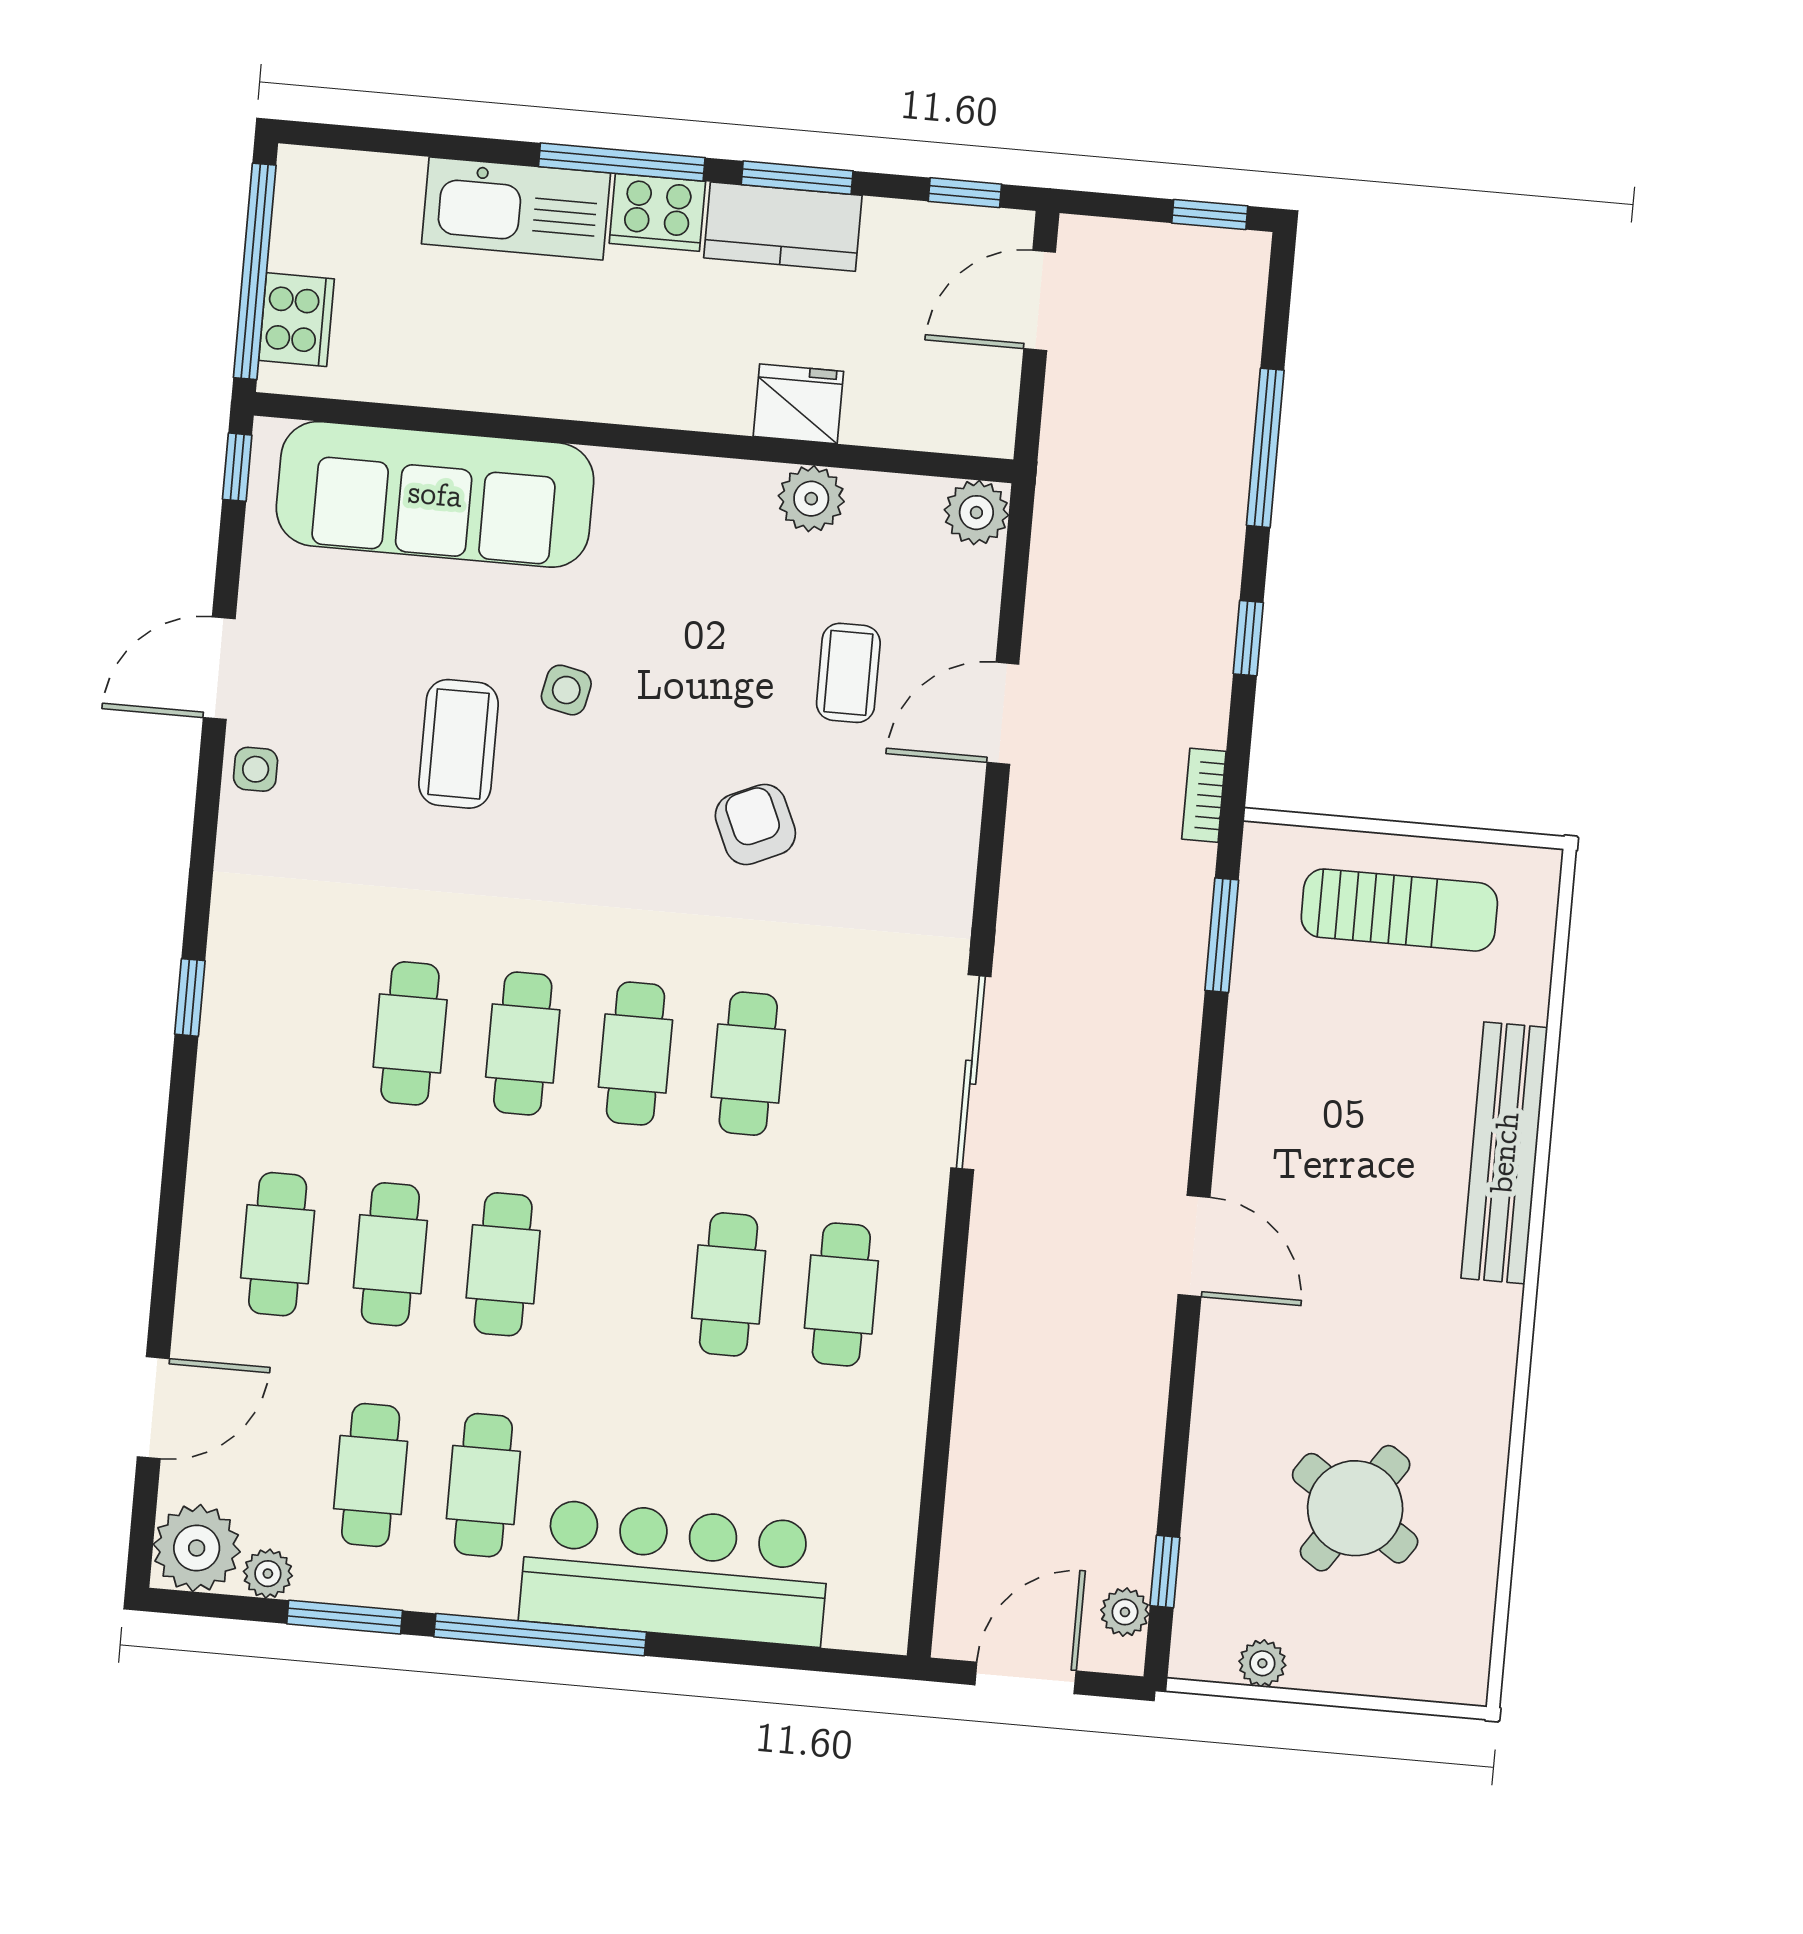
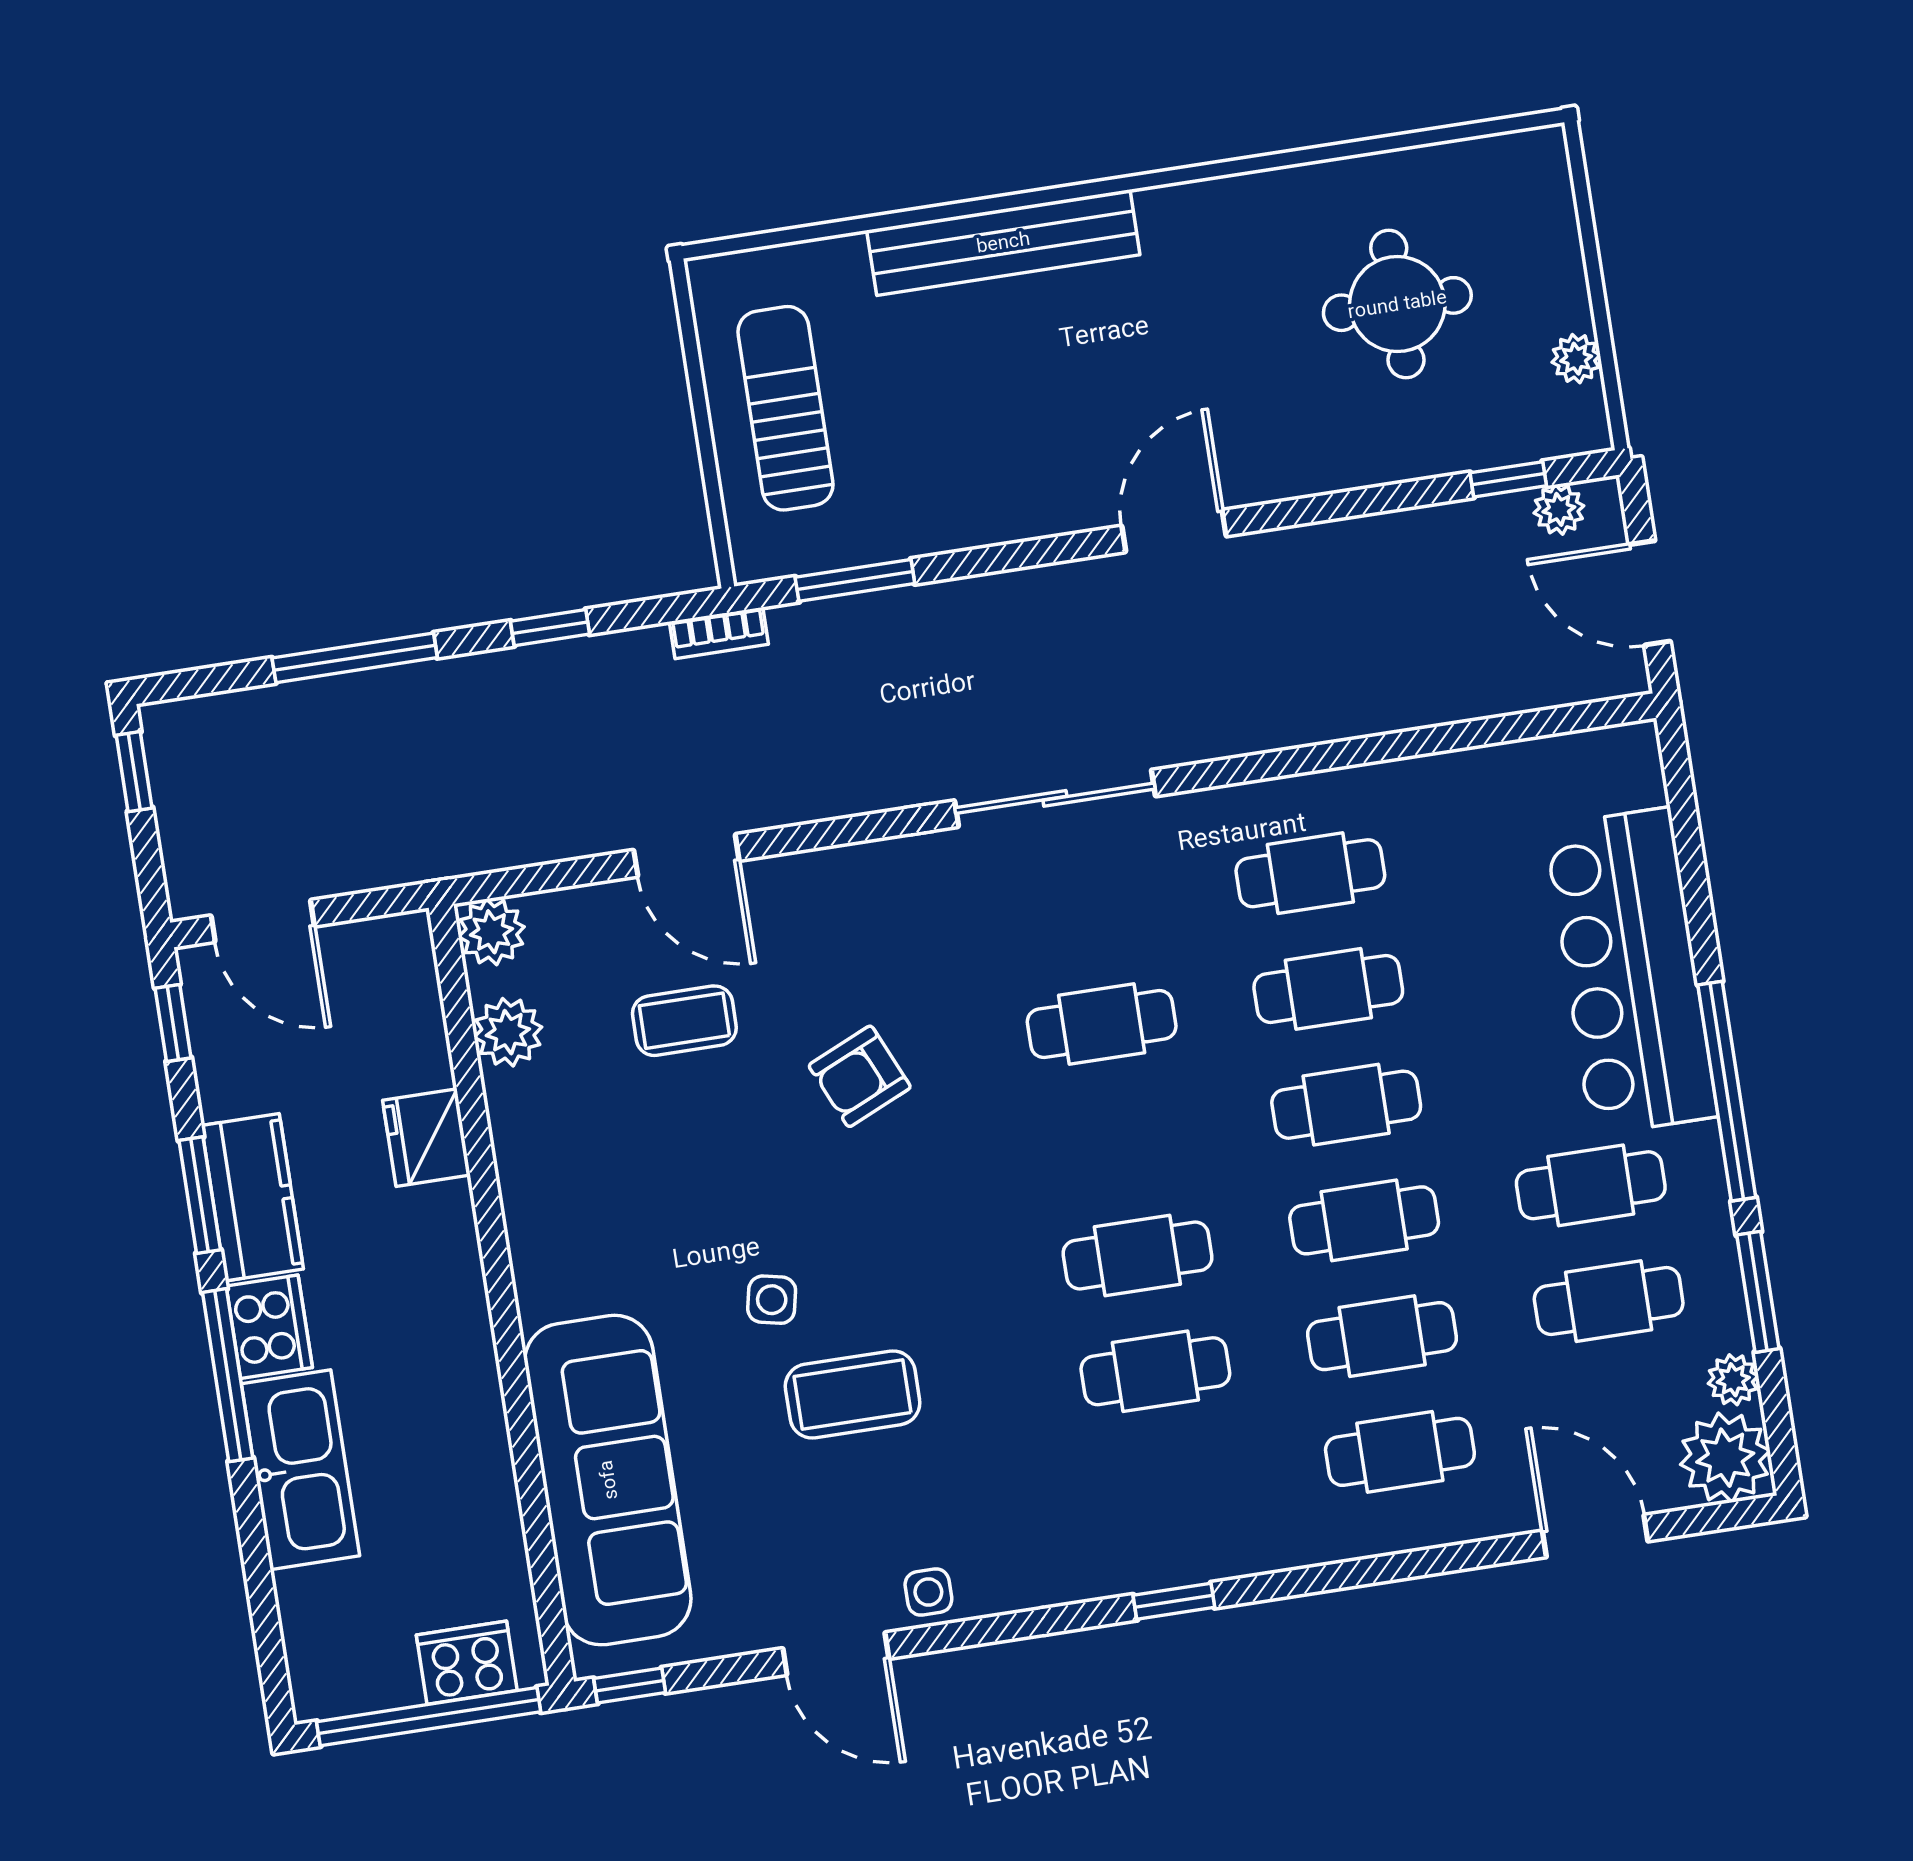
plant: (811, 499) -> (508, 1032), moved
cafe table: (636, 1054) -> (1346, 1105), moved
round table: (1355, 1508) -> (1397, 304), turned -34

